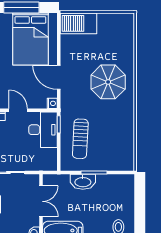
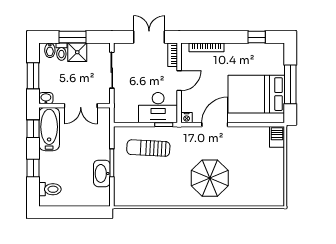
barbecue: (78, 23) -> (277, 137), width x0.53, depth x0.65
washbasin: (83, 182) -> (102, 173), moved

